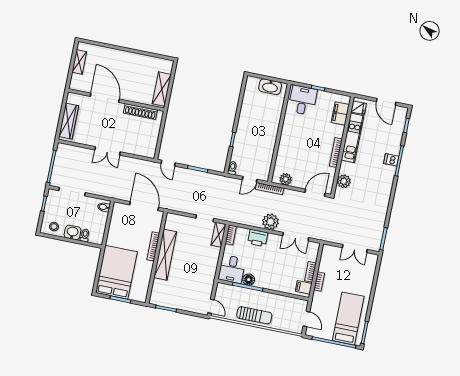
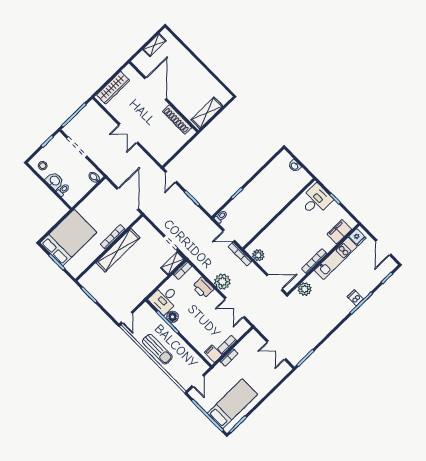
washbasin: (270, 87) -> (295, 166), width x0.52, depth x0.69

